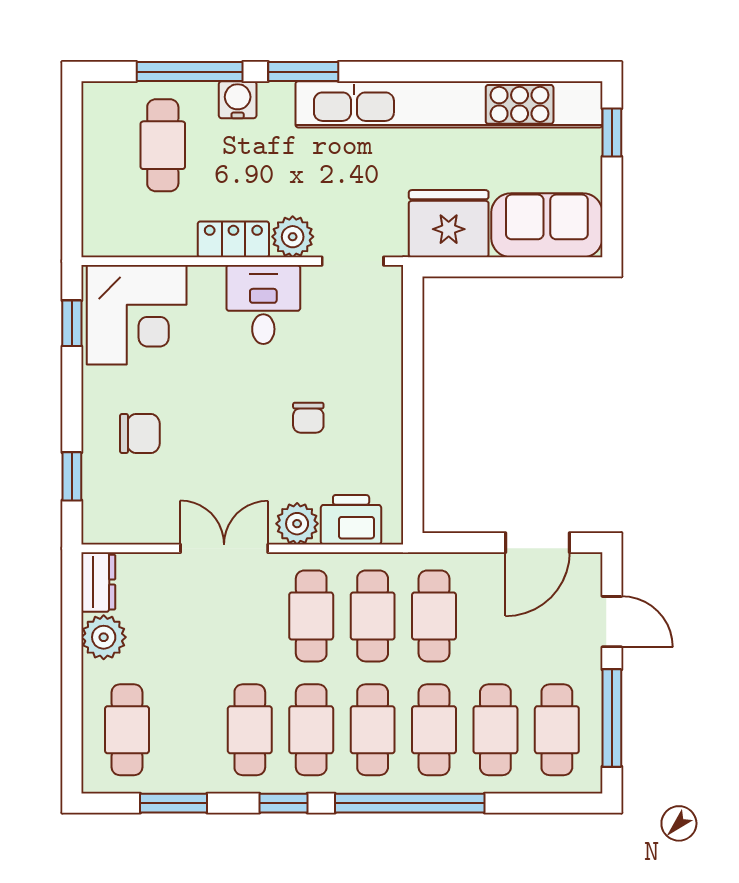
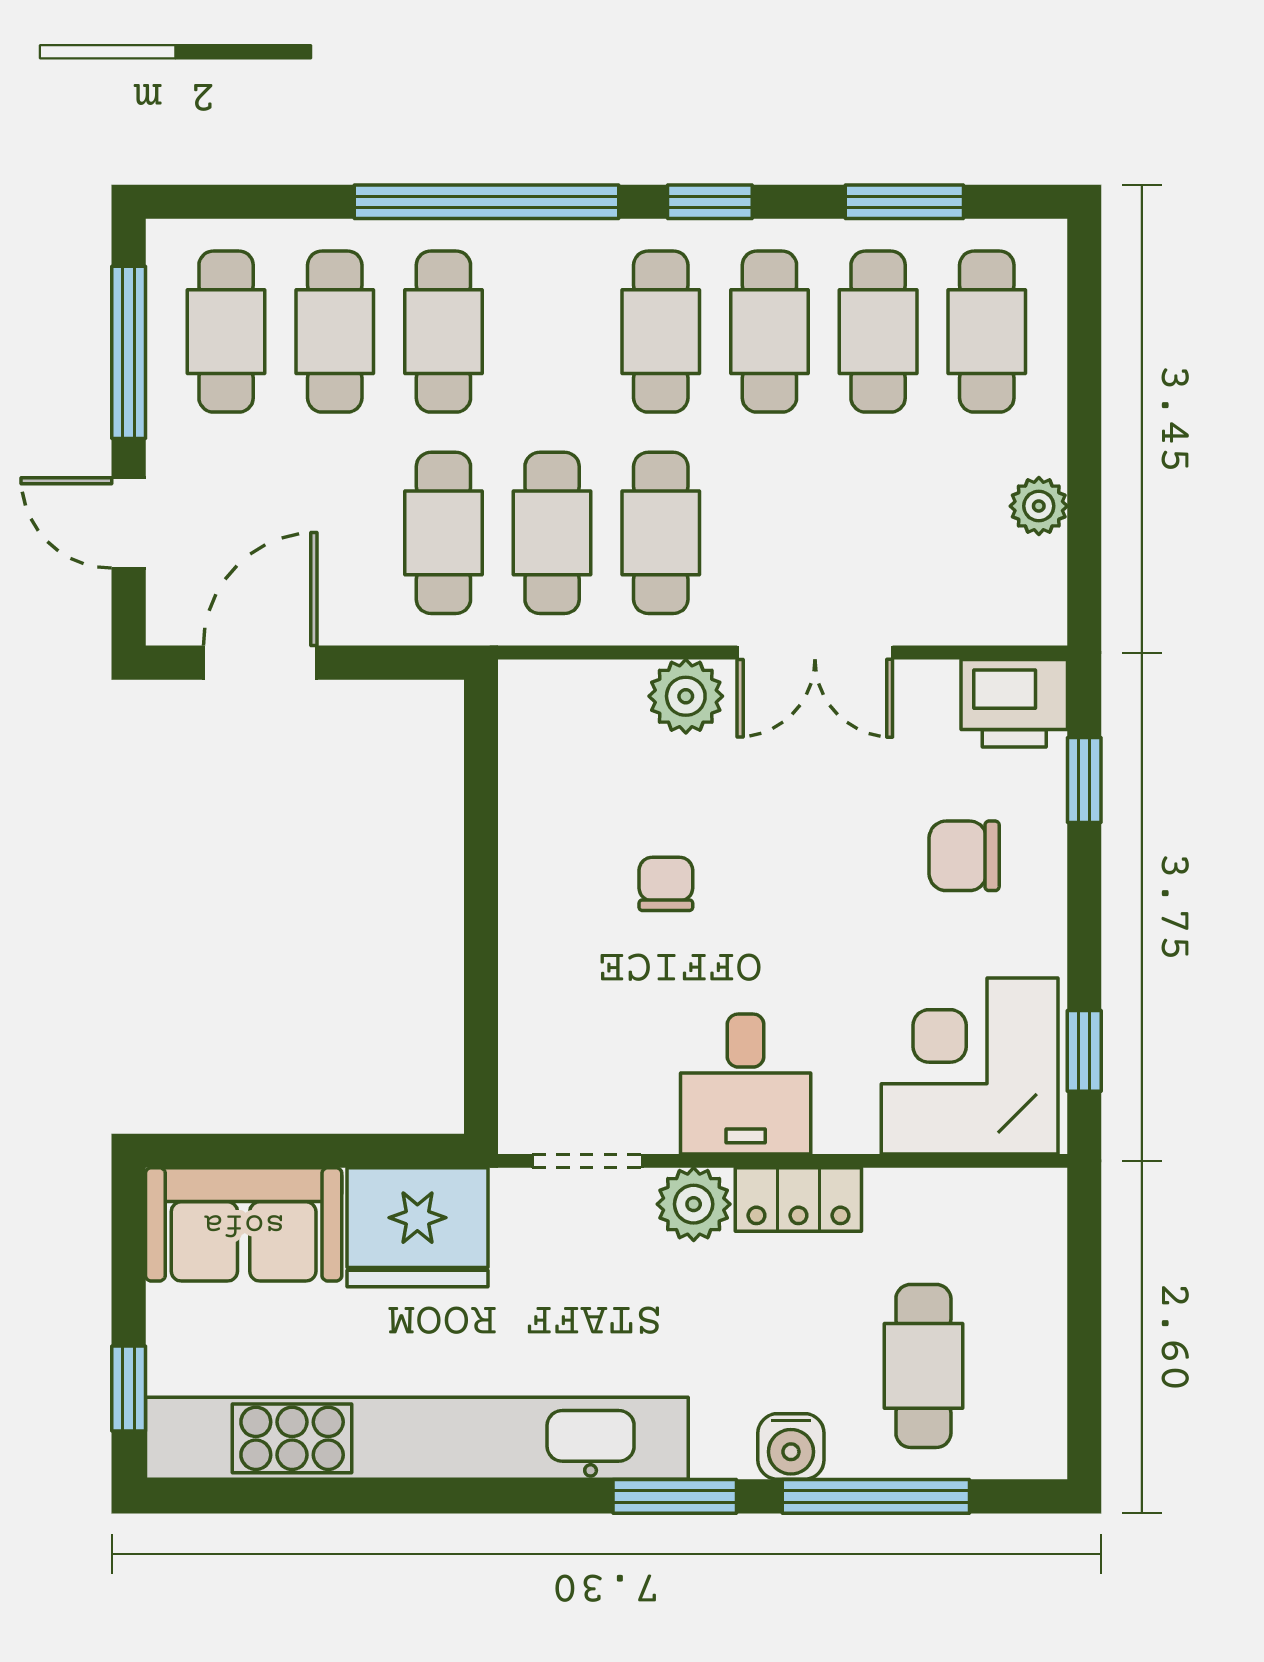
printer: (351, 520) -> (1014, 703), moved
dresser: (98, 582) -> (1038, 593), removed
plant: (104, 637) -> (1039, 506), width x0.73, depth x0.73
cafe table: (373, 730) -> (878, 332), moved

